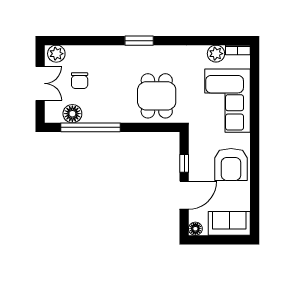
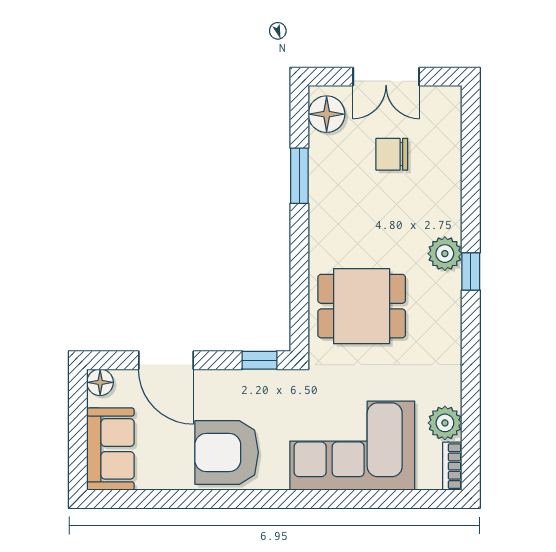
window: (139, 41) -> (471, 272), width x0.67
plant: (56, 54) -> (445, 254), moved
floor lamp: (72, 114) -> (327, 114), moved
window: (90, 127) -> (299, 176), width x0.47
window: (184, 163) -> (259, 360), moved

